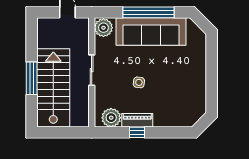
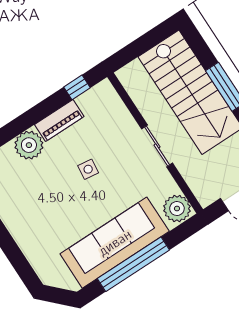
plant: (111, 118) -> (29, 145), moved
window: (137, 132) -> (77, 87), moved

